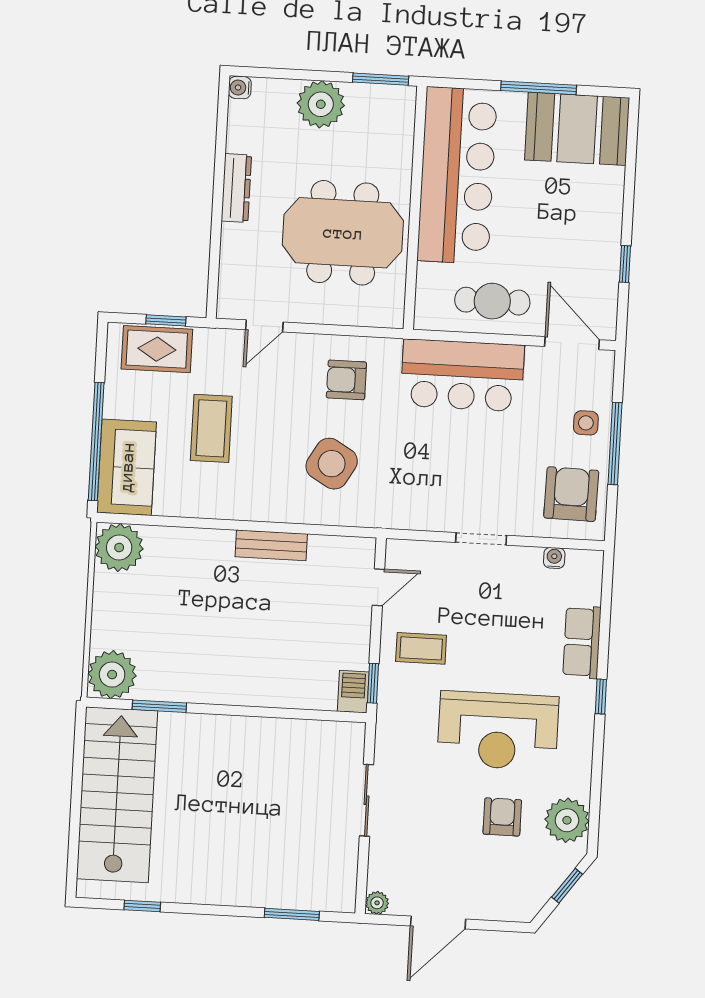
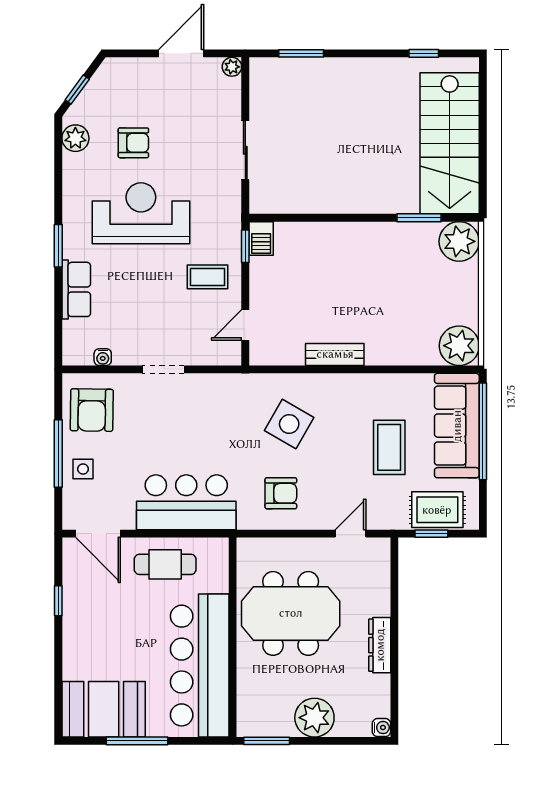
sofa: (127, 467) -> (457, 426), width x1.36
window: (601, 697) -> (58, 246), width x1.50
armchair: (502, 817) -> (133, 143), turned -90
plant: (567, 820) -> (75, 138), width x0.73, depth x0.73

